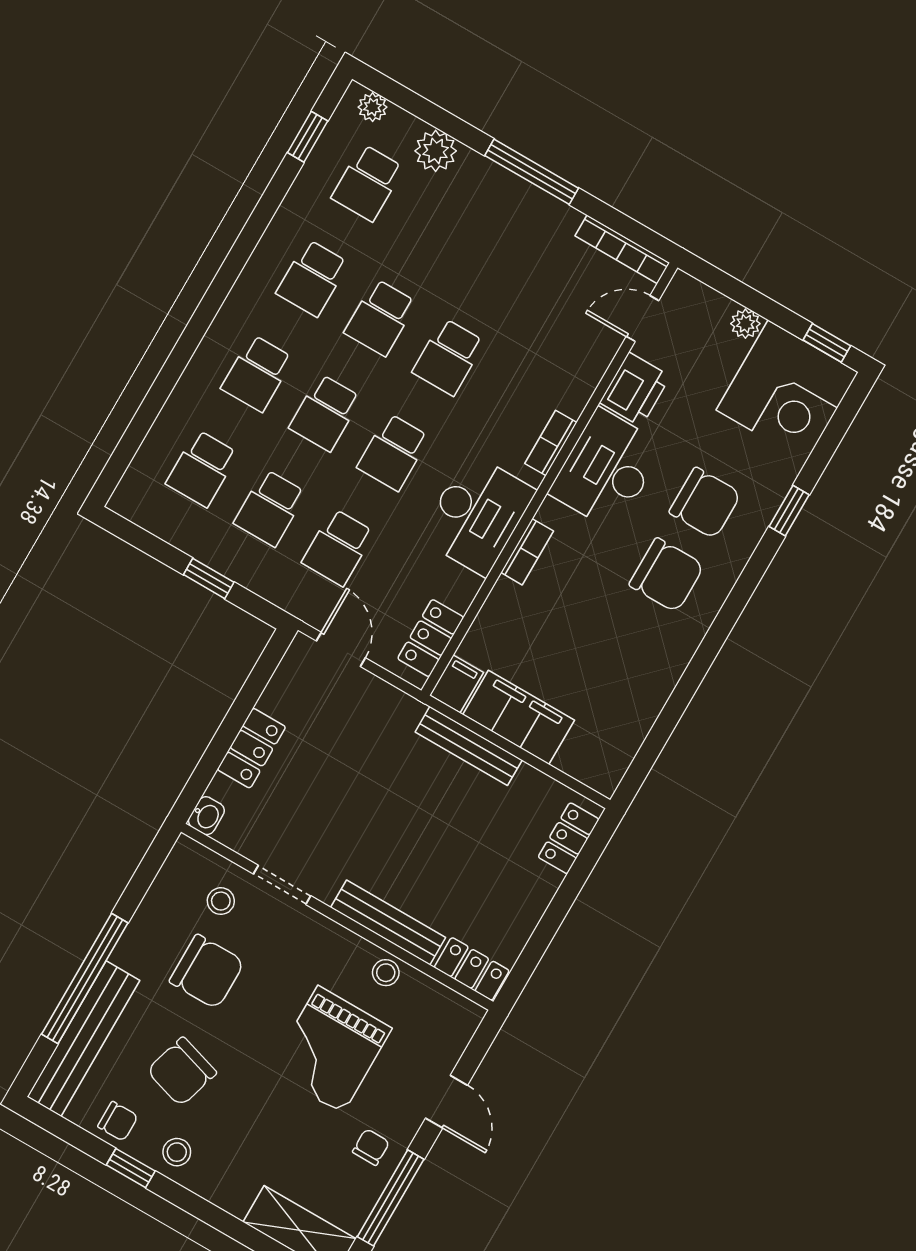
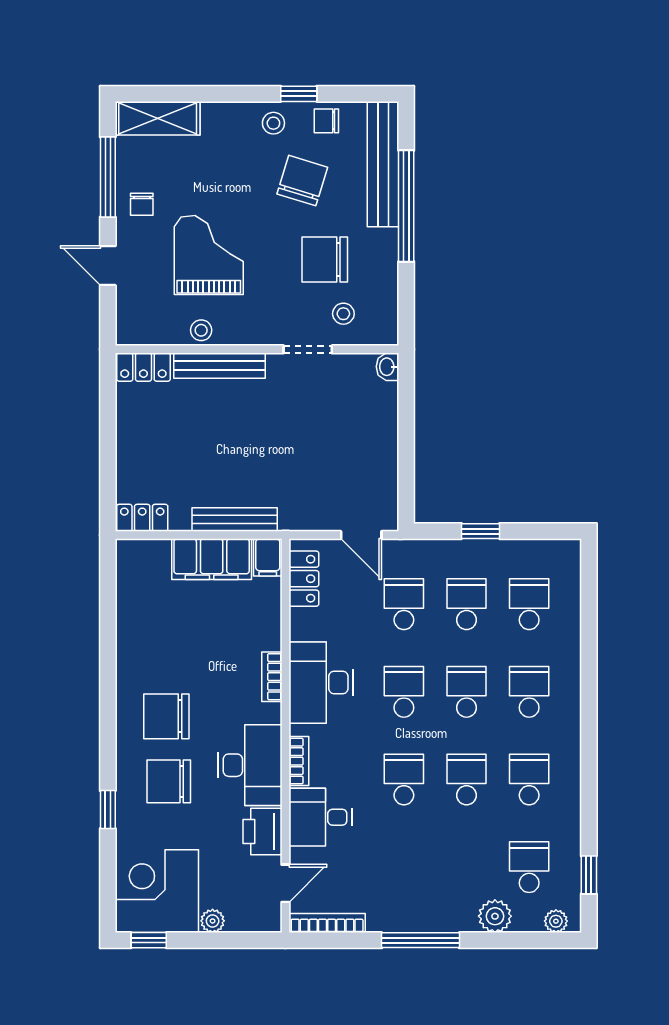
desk: (563, 369) -> (320, 817), added
locker: (251, 748) -> (383, 431), removed
locker: (569, 838) -> (142, 518), moved, turned -90

